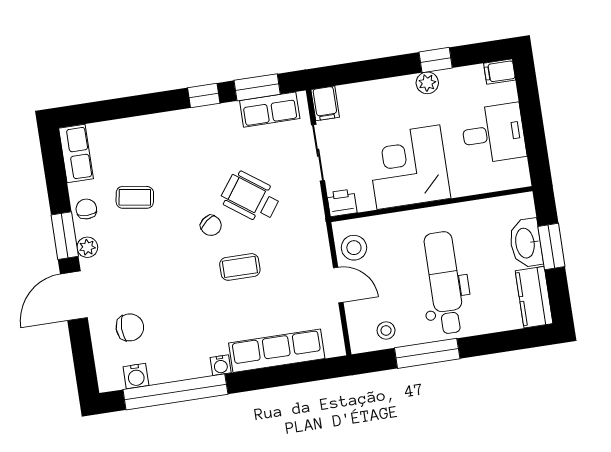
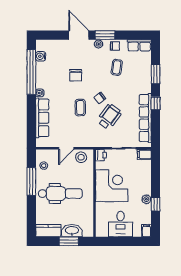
window: (257, 87) -> (156, 74), moved
row of seats: (270, 110) -> (145, 118), width x2.02
chair: (130, 327) -> (76, 75), moved

